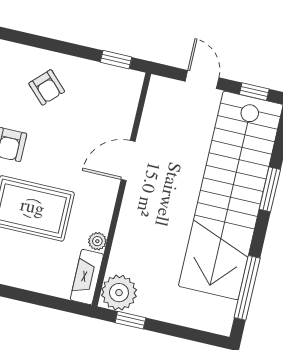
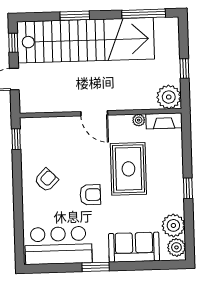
door: (128, 160) -> (94, 113), moved
window: (130, 320) -> (184, 68), moved

